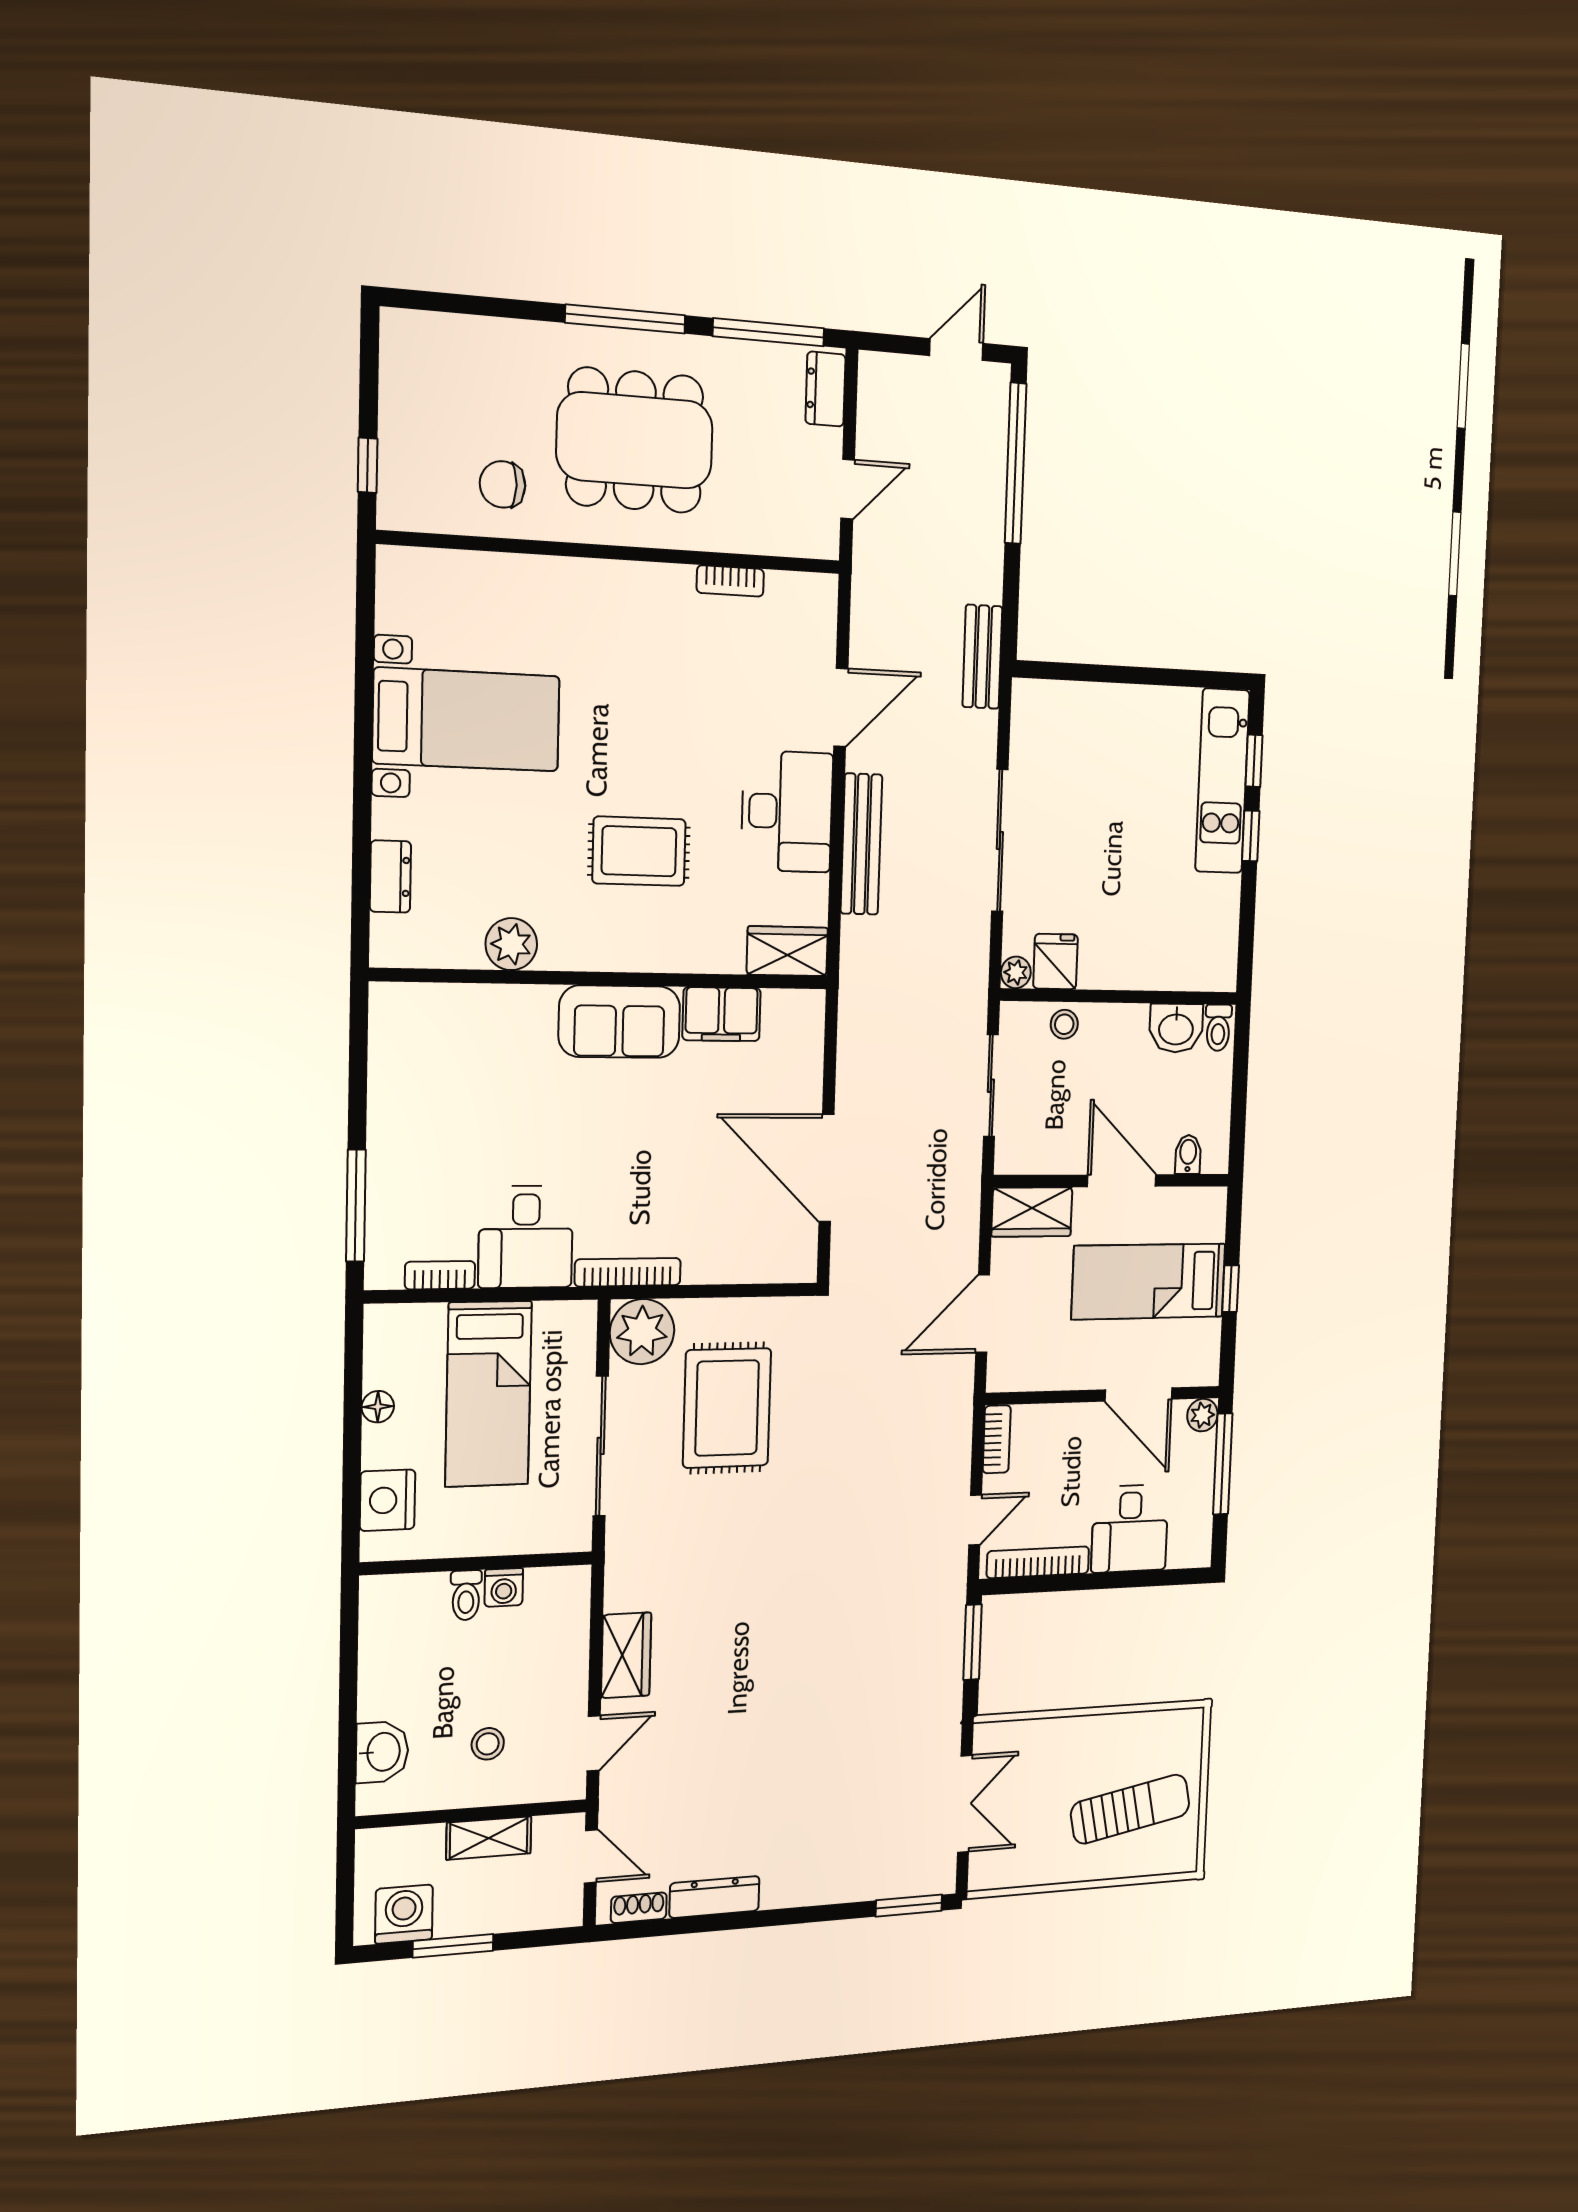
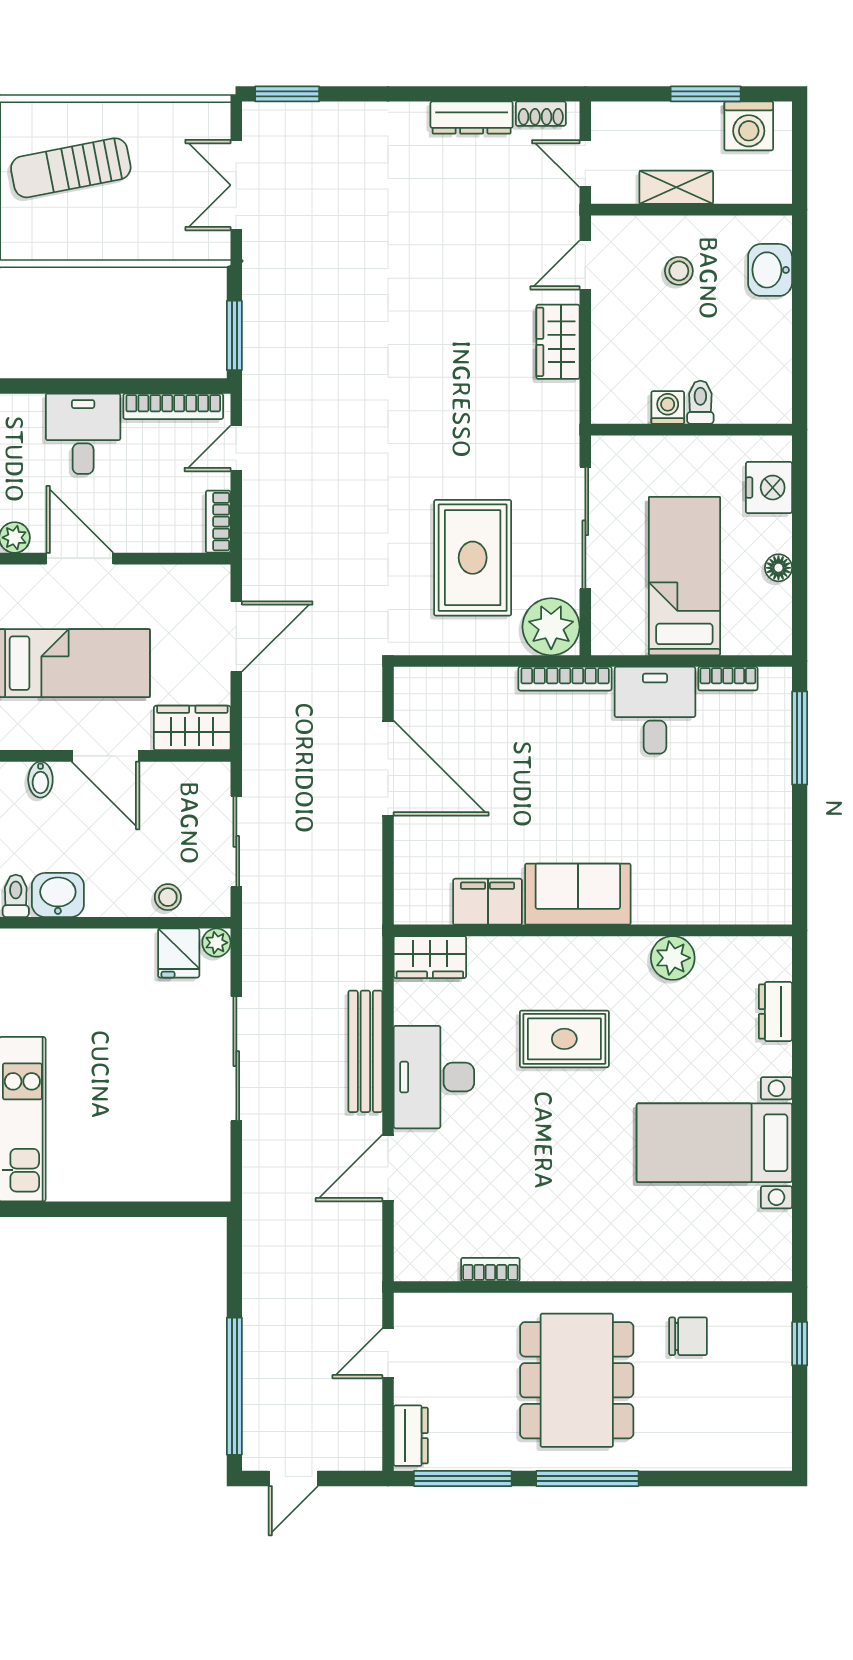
dining table: (635, 440) -> (577, 1380), turned 90
bench: (982, 657) -> (259, 1218), removed

